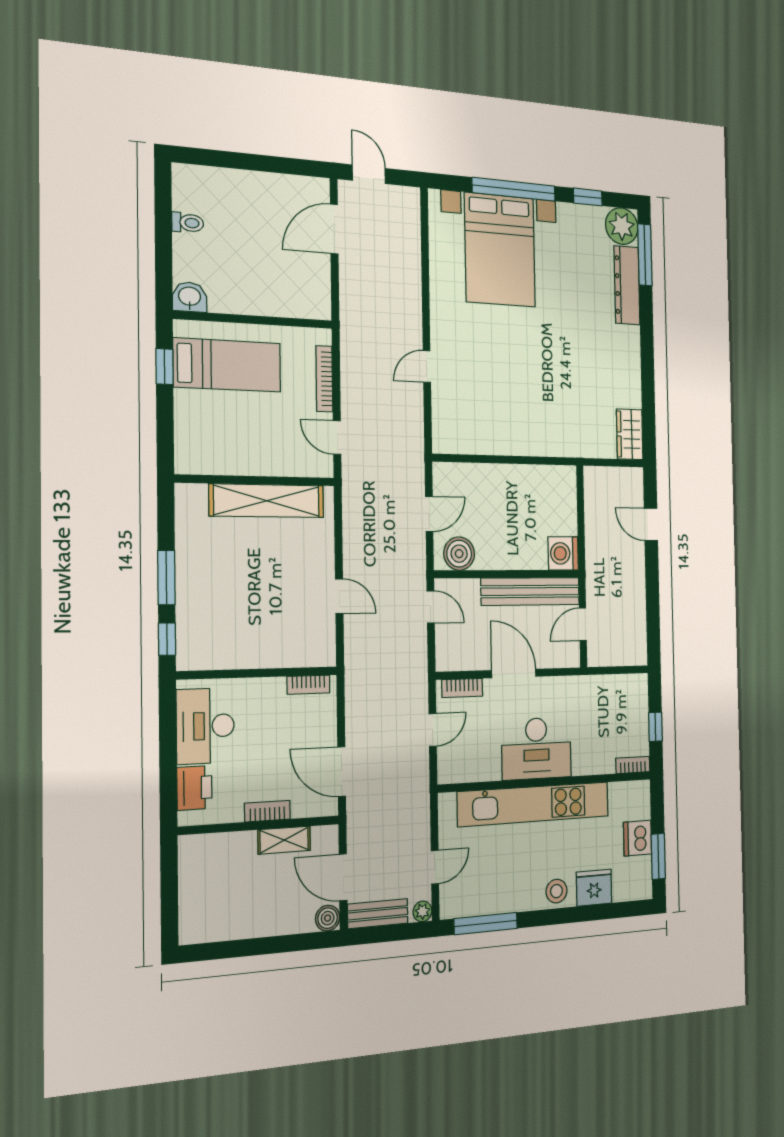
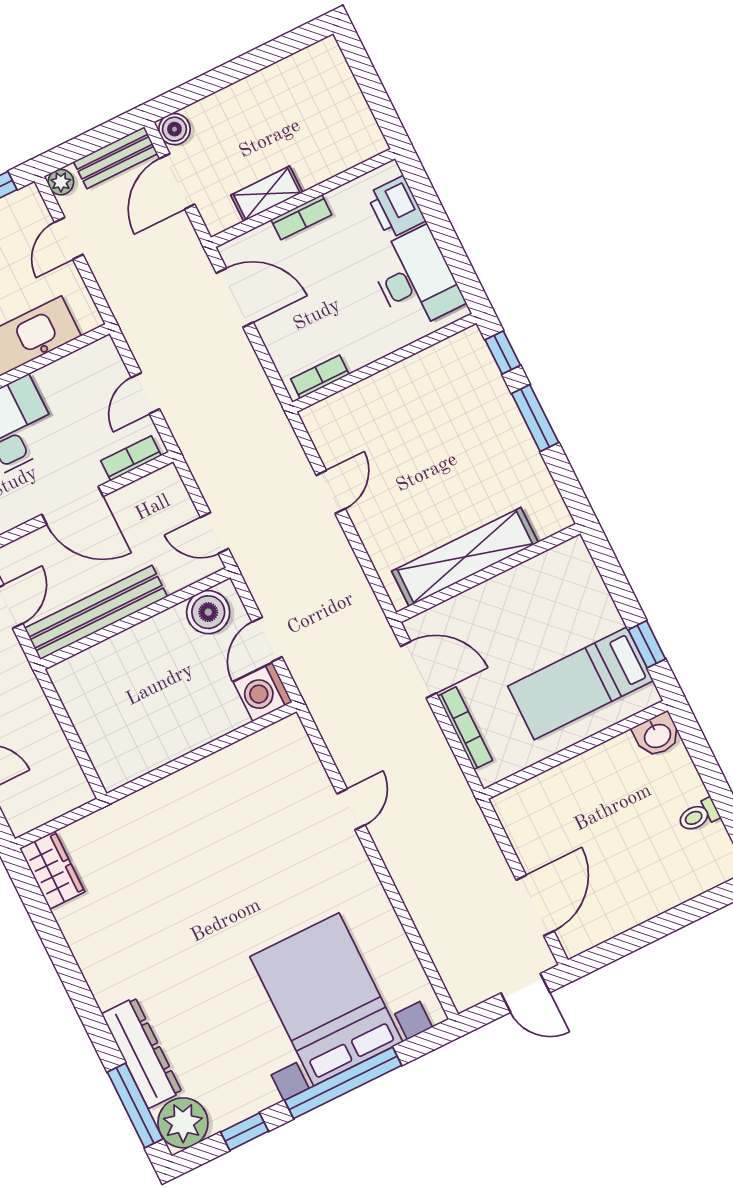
door: (337, 437) -> (419, 670), width x1.38
washing machine: (563, 553) -> (263, 692), moved, turned 180
door: (339, 596) -> (331, 492), swing flipped
door: (343, 877) -> (177, 181), swing flipped

